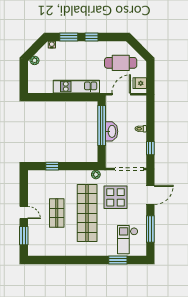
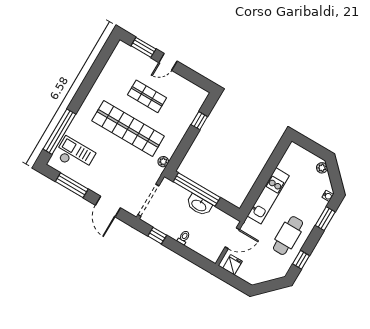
window: (92, 37) -> (301, 260), moved
cafe table: (121, 63) -> (288, 236), moved
door: (121, 94) -> (232, 238), hinge flipped
window: (102, 126) -> (197, 190), moved
display table: (115, 197) -> (127, 168), removed
window: (118, 260) -> (59, 132), width x2.11

